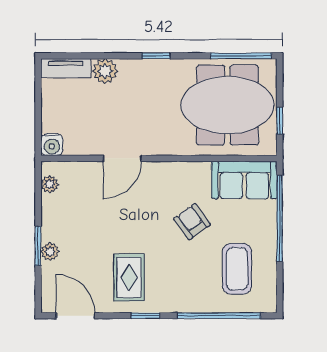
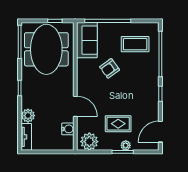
water cooler: (52, 145) -> (68, 129), moved
plant: (50, 184) -> (89, 142), width x1.88, depth x1.88
rug: (129, 278) -> (118, 124), moved

